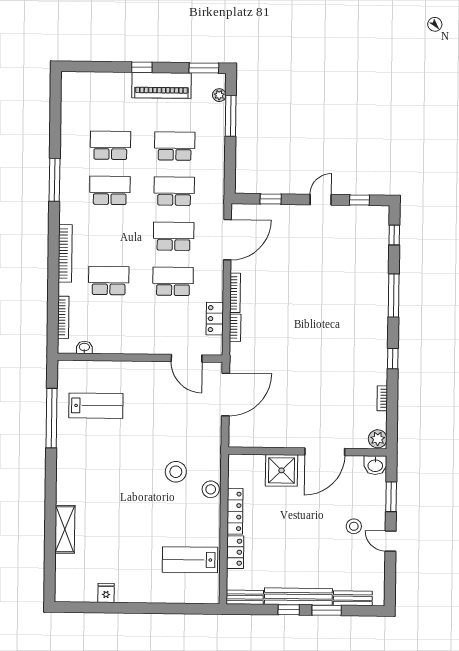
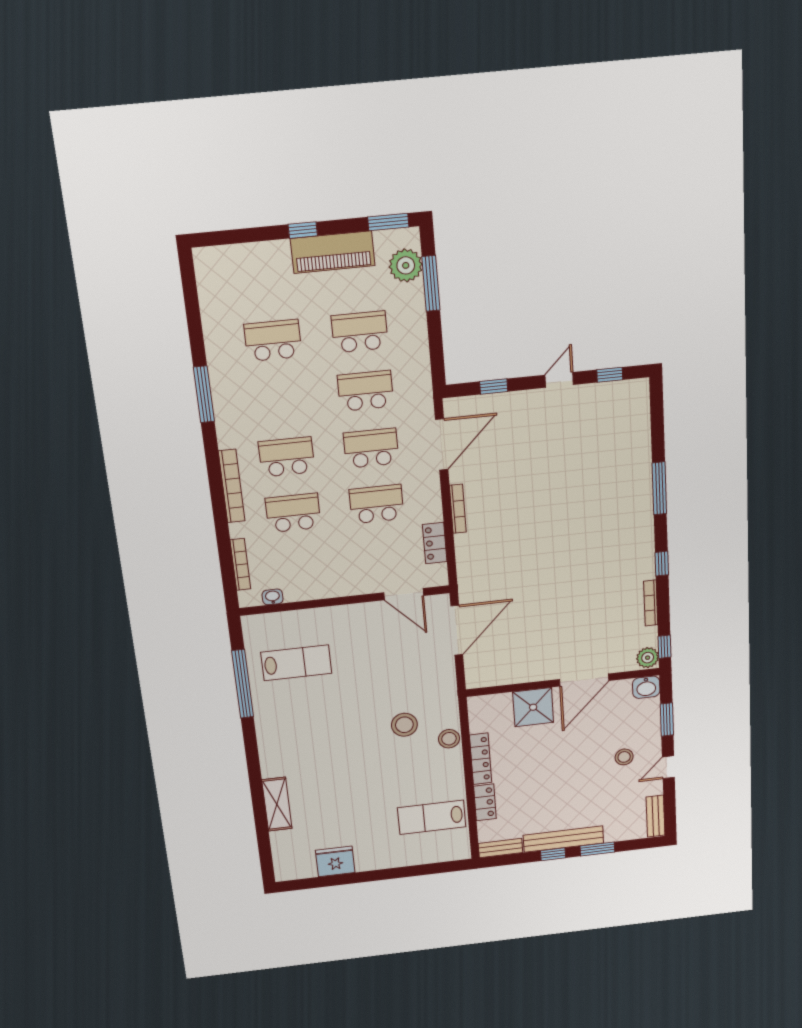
plant: (219, 95) -> (406, 265), width x1.88, depth x1.88
school desk: (110, 190) -> (287, 457), moved
window: (394, 235) -> (665, 647), moved
bookcase: (235, 328) -> (462, 551), removed
bookcase: (382, 398) -> (651, 603), width x1.56
door: (391, 541) -> (668, 767), hinge flipped
fridge: (106, 593) -> (335, 861), width x1.88, depth x1.34
bench: (353, 598) -> (655, 816), moved, turned 90

